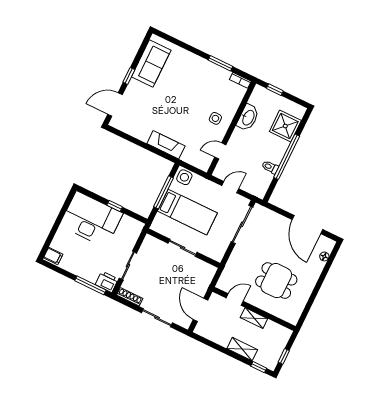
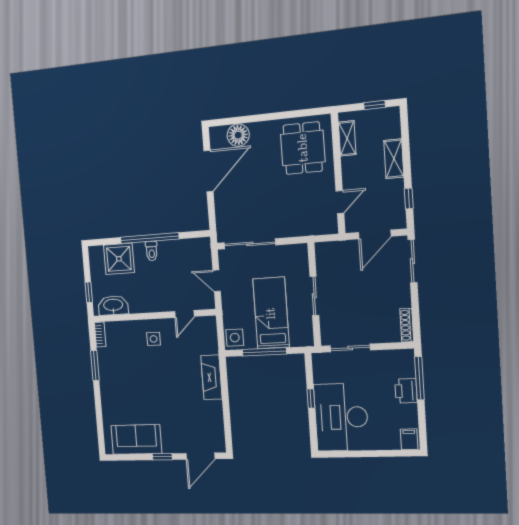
door: (115, 105) -> (200, 456), hinge flipped
washbasin: (248, 117) -> (113, 305), moved
door: (220, 151) -> (184, 314), hinge flipped
toilet: (270, 167) -> (152, 251), moved
floor lamp: (324, 256) -> (238, 135), width x1.89, depth x1.89
sliding door: (128, 266) -> (350, 348), moved
dining table: (276, 281) -> (303, 148), moved
printer: (107, 282) -> (406, 391), moved
door: (235, 300) -> (340, 202), swing flipped
sliding door: (157, 318) -> (412, 261), moved
shelving: (254, 318) -> (347, 138), moved
window: (259, 367) -> (409, 198), moved

